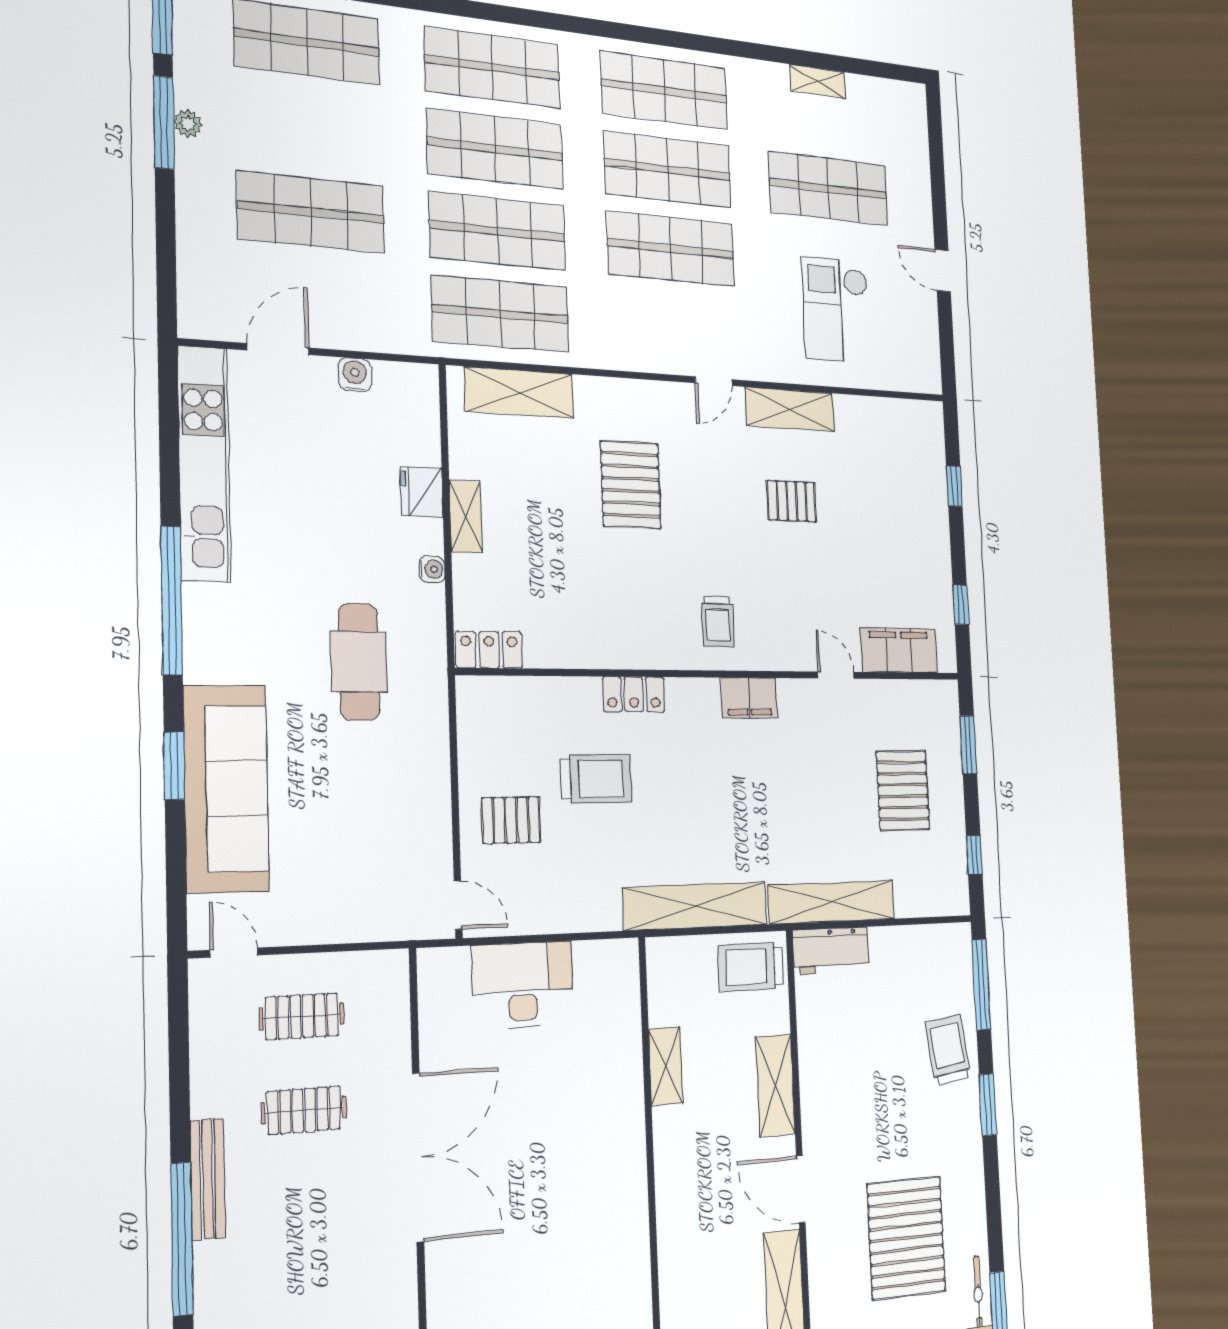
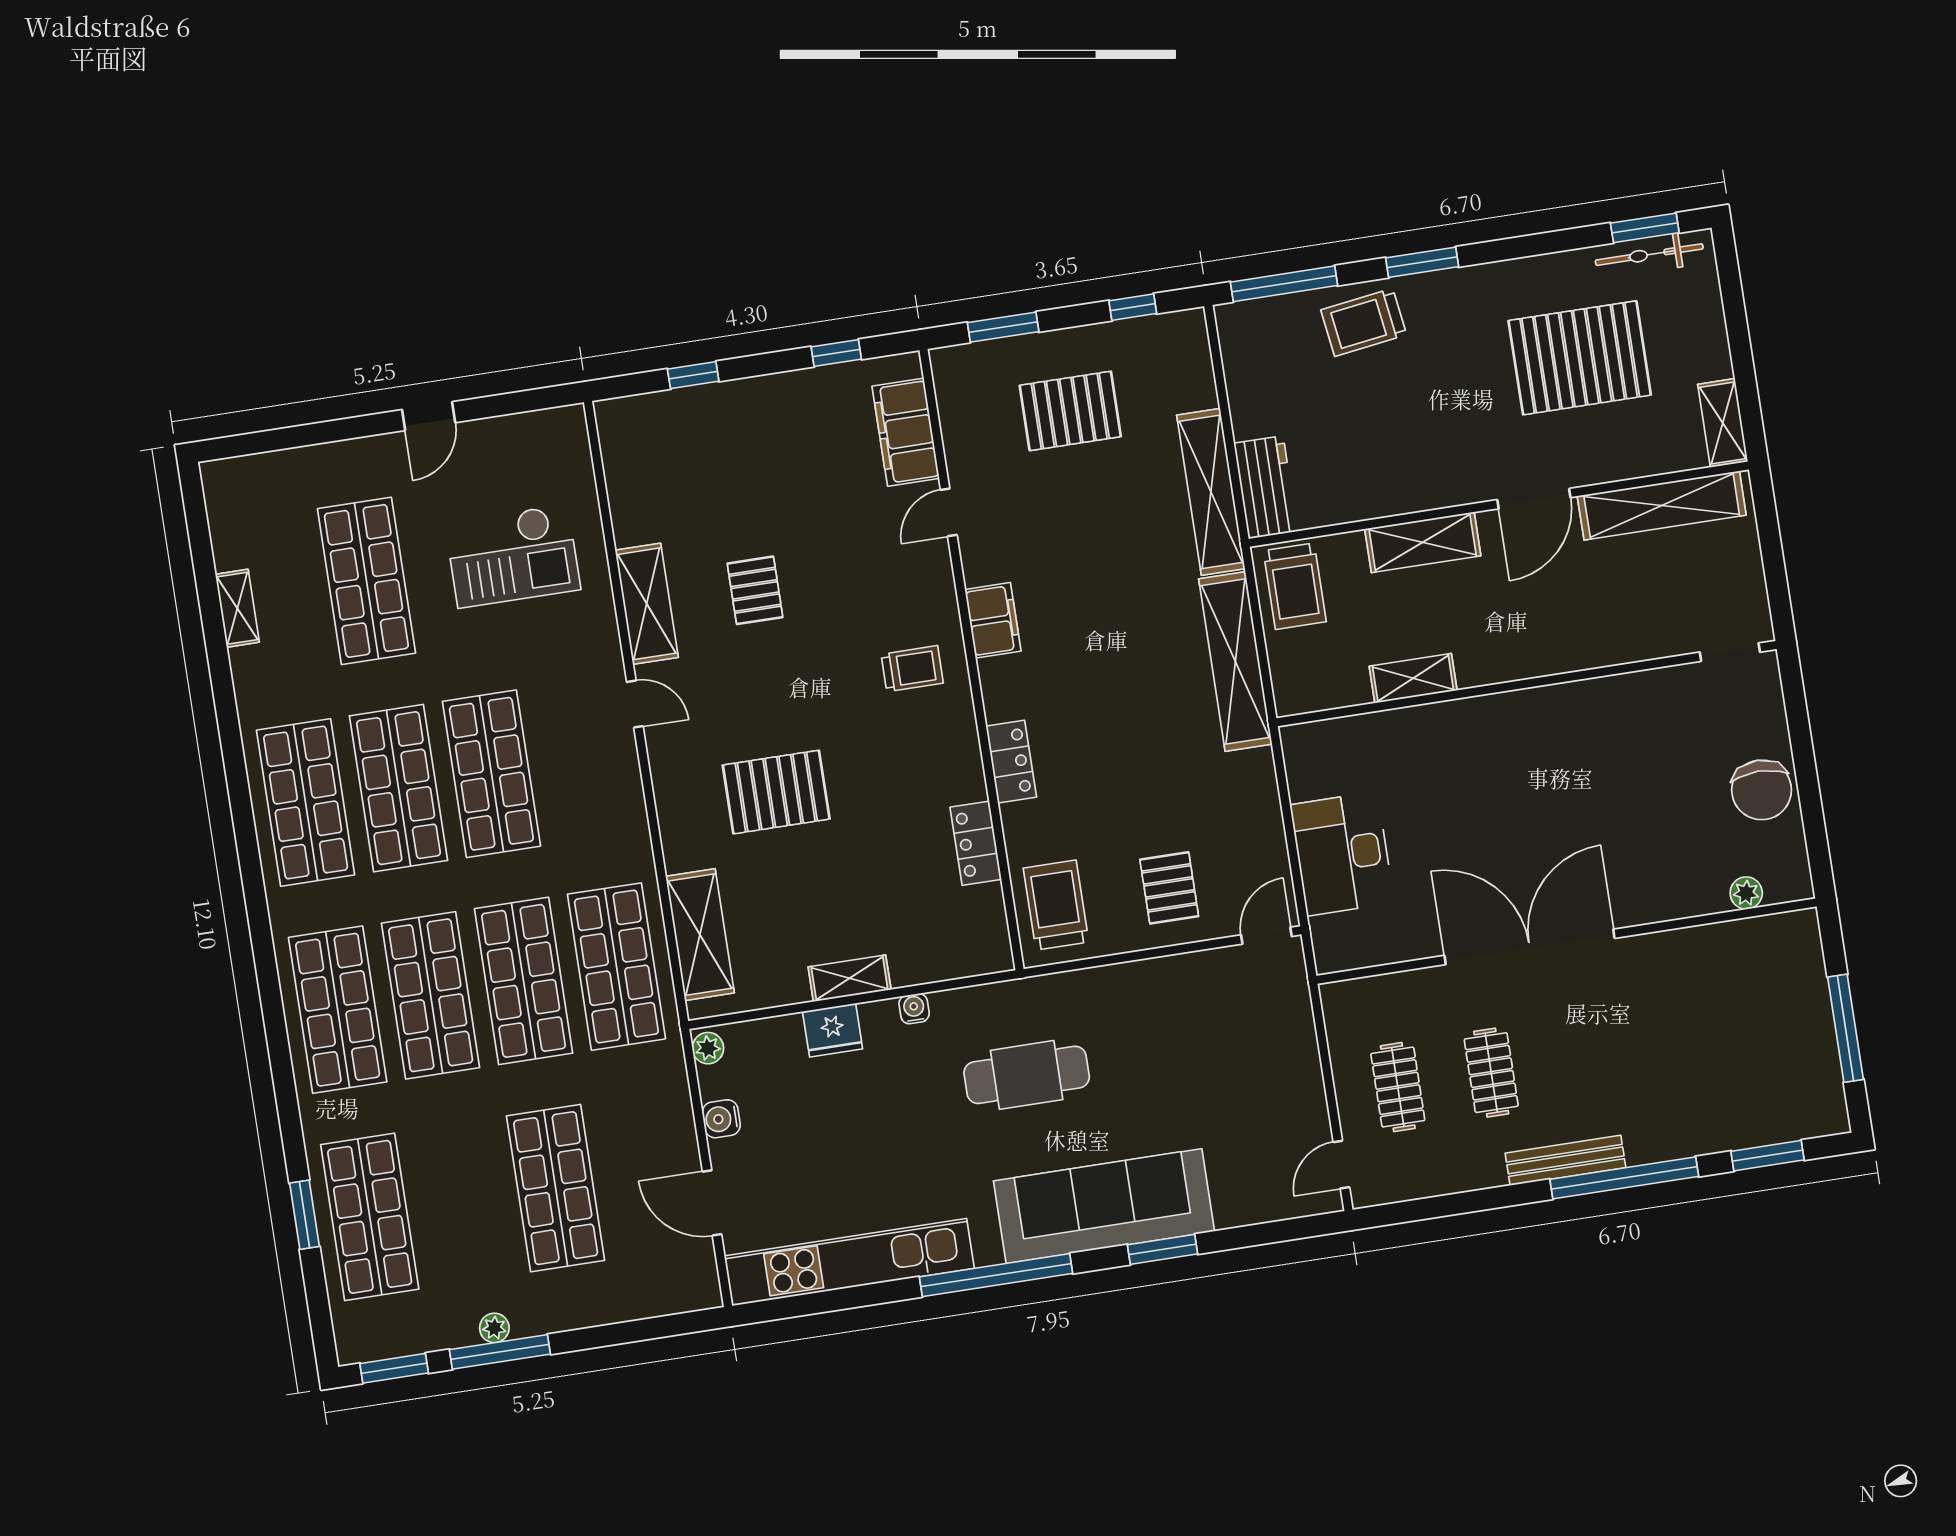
plant: (420, 377) -> (708, 1048), added
locker: (489, 650) -> (976, 843), moved
trolley: (596, 779) -> (1056, 905), moved
sofa: (226, 789) -> (1104, 1206), moved

